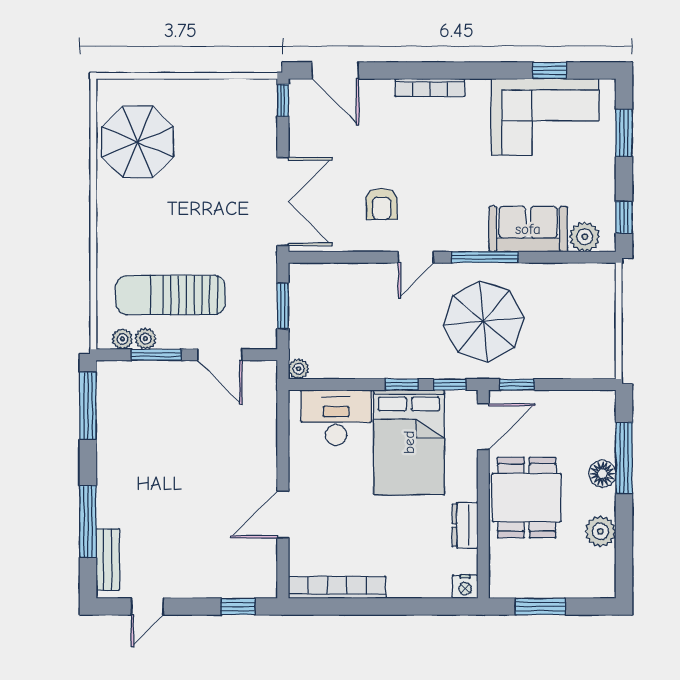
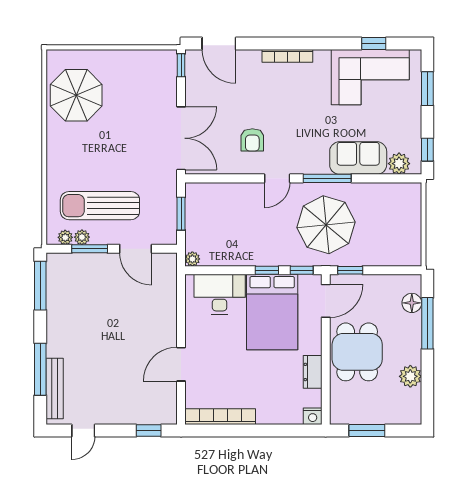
floor lamp: (602, 474) -> (412, 303), moved
bench: (108, 560) -> (55, 389), width x1.36

